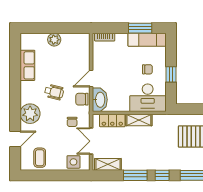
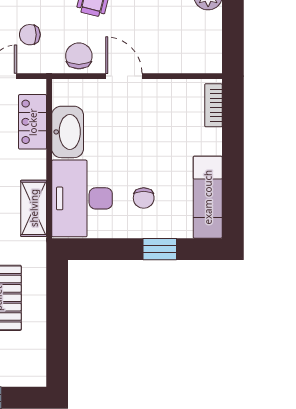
window: (140, 28) -> (233, 182), removed
window: (171, 74) -> (160, 249), moved
washbasin: (100, 100) -> (68, 132), moved, turned -90
shelving: (139, 120) -> (34, 208), moved

